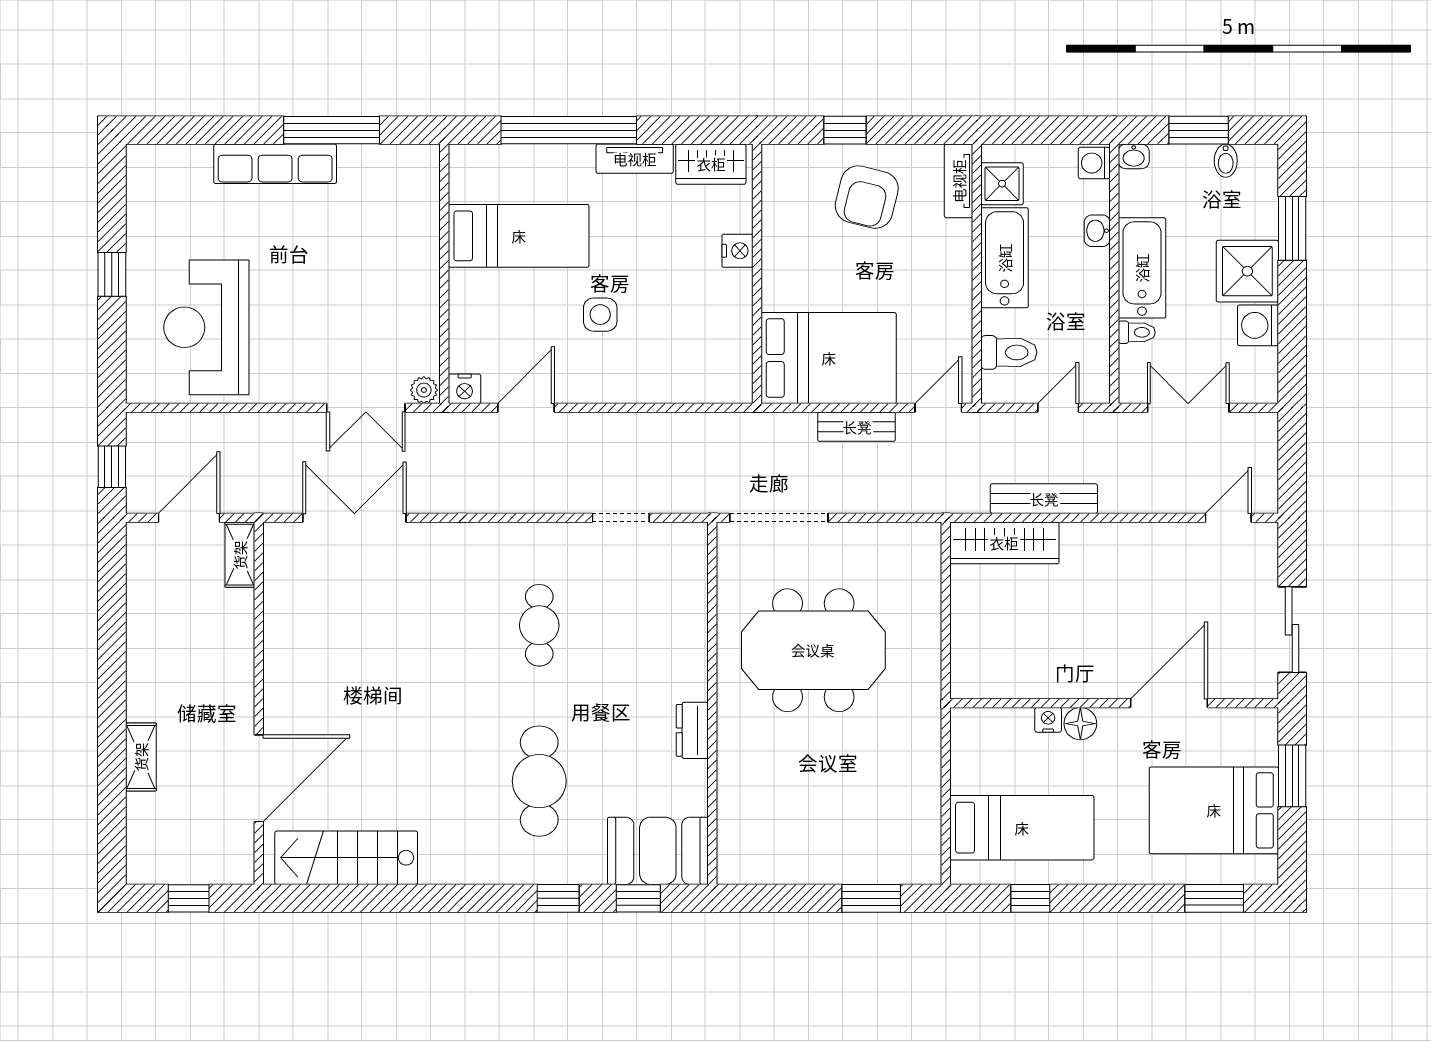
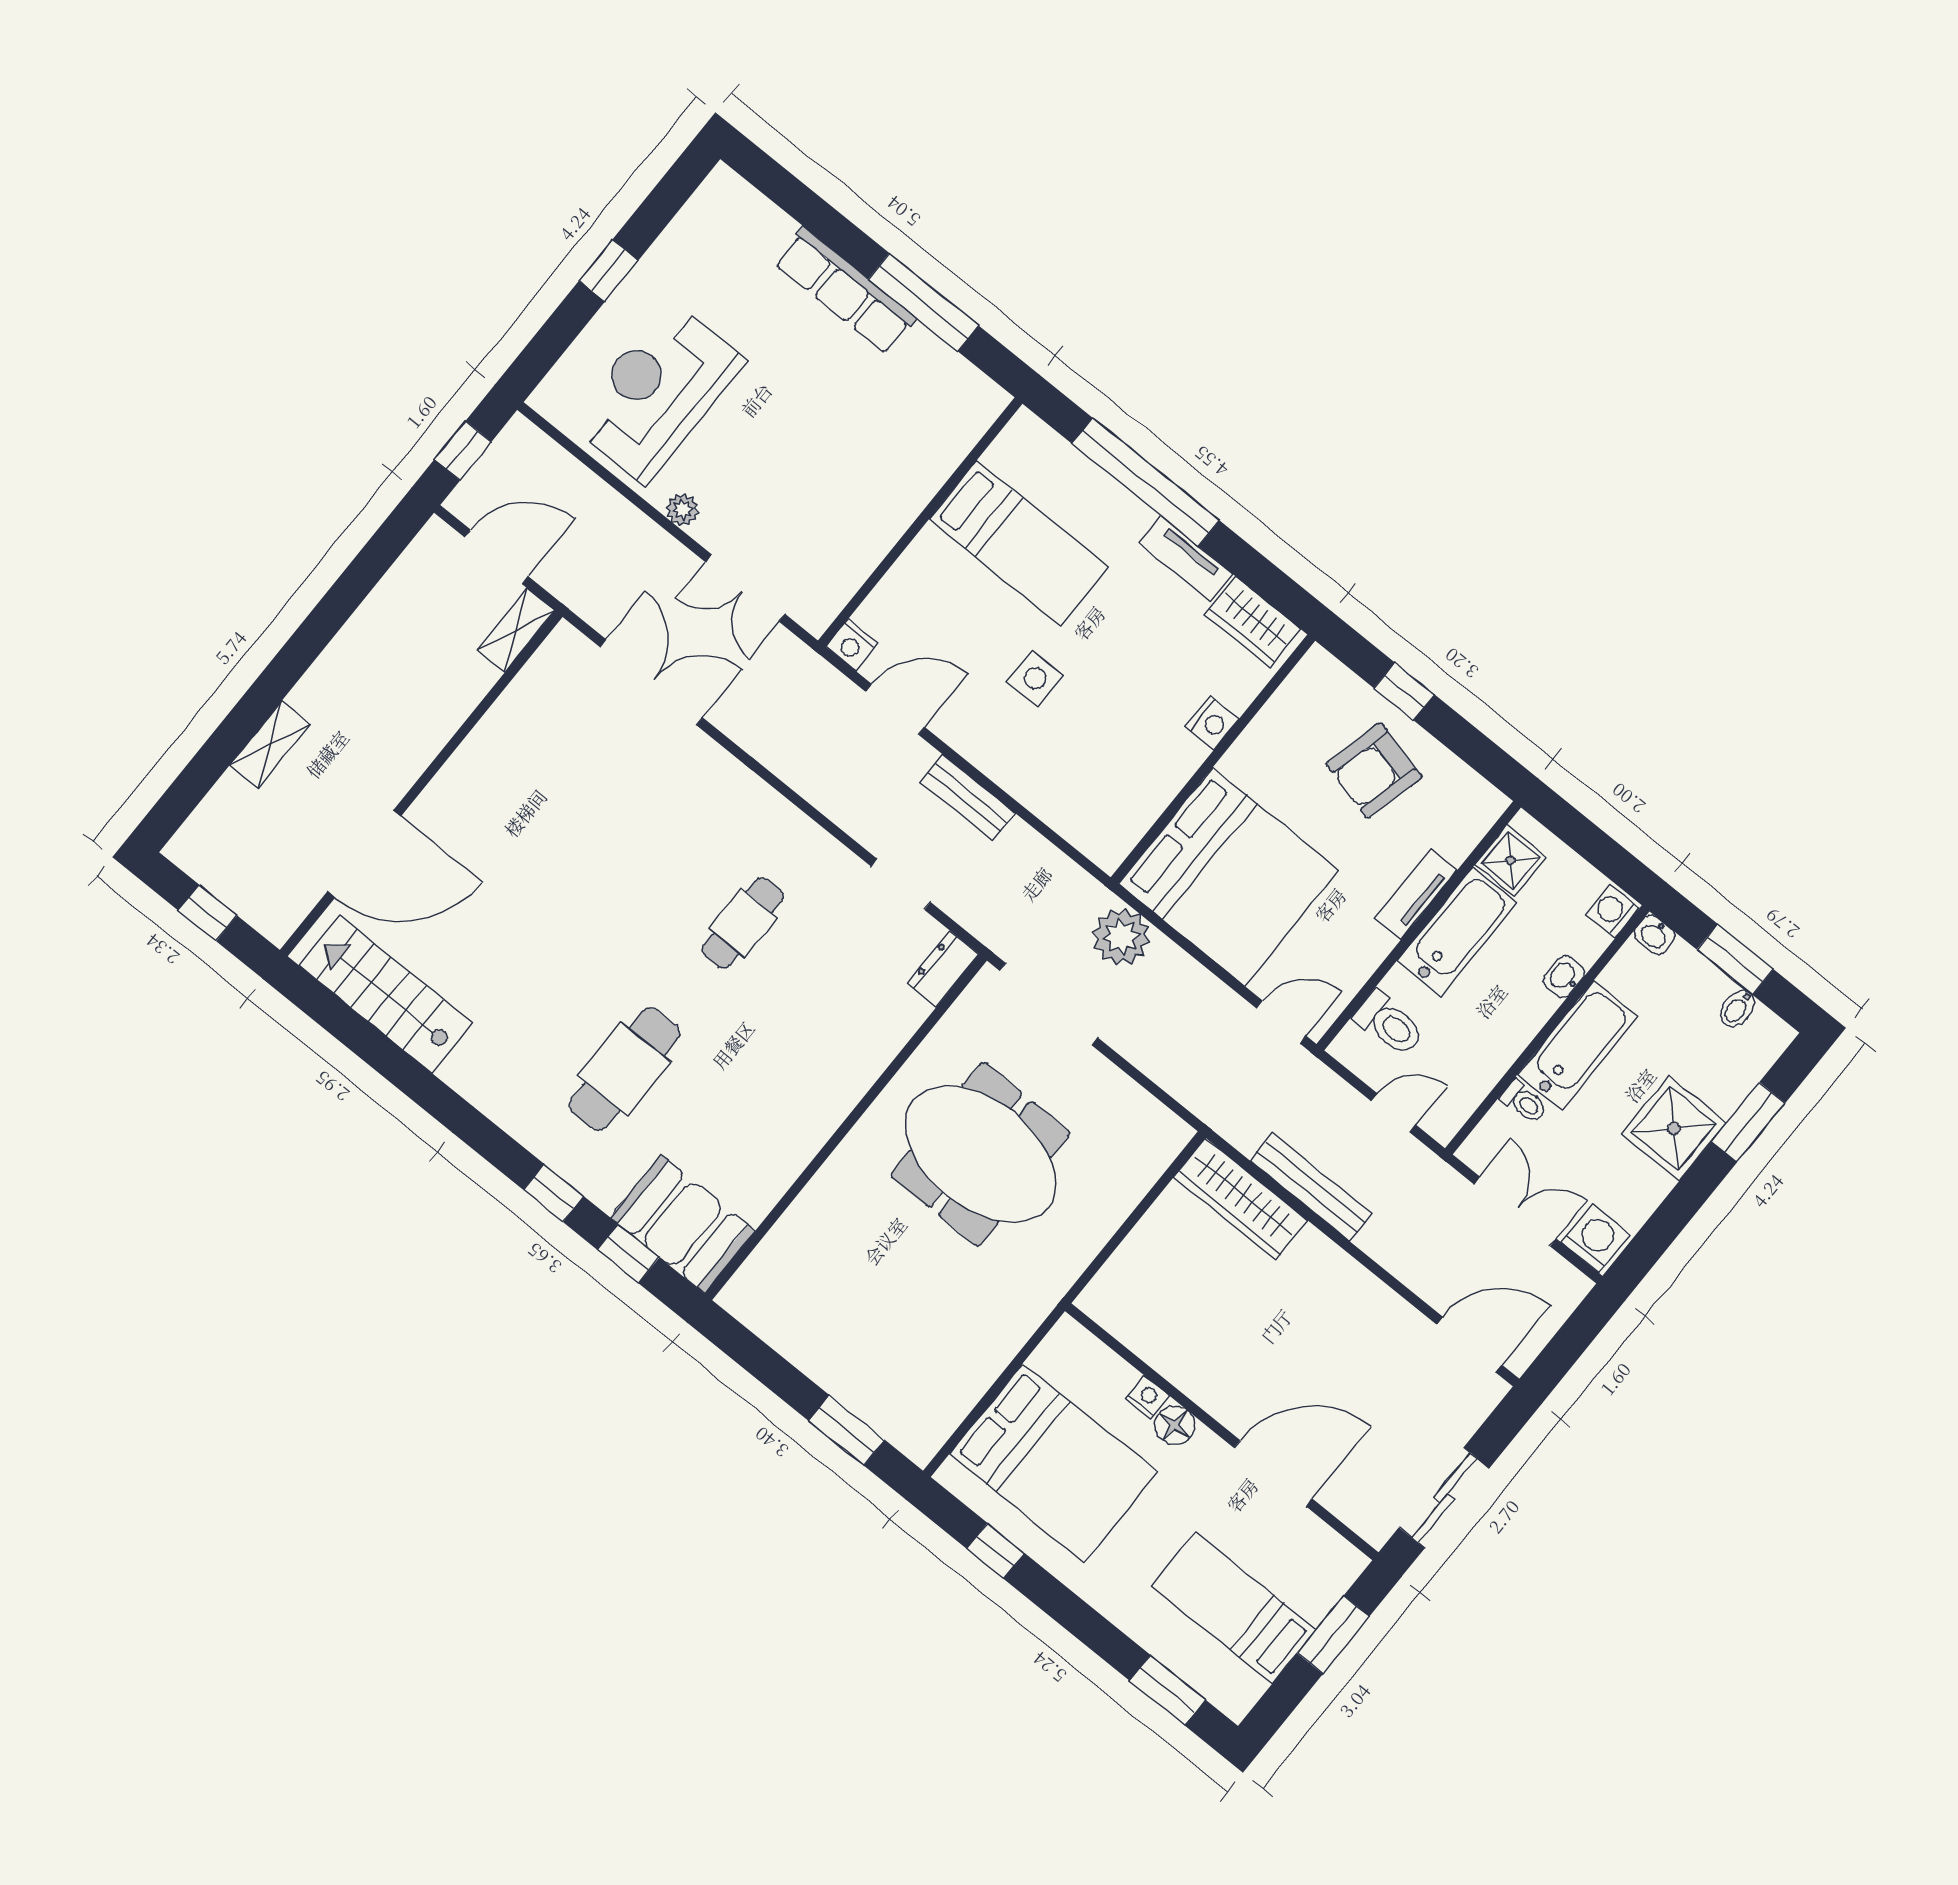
tv unit: (959, 181) -> (1416, 894), moved
washing machine: (1258, 325) -> (1595, 1238), moved, turned 90
bed: (829, 358) -> (1229, 877), width x1.36
plant: (424, 390) -> (683, 510), moved
bench: (857, 427) -> (968, 797), moved
plant: (791, 436) -> (1121, 937), added
door: (1228, 518) -> (1469, 1345), width x1.37
dresser: (692, 730) -> (943, 969), moved
bed: (1214, 810) -> (1234, 1608), width x0.67
bed: (1022, 828) -> (1053, 1463), width x1.50

